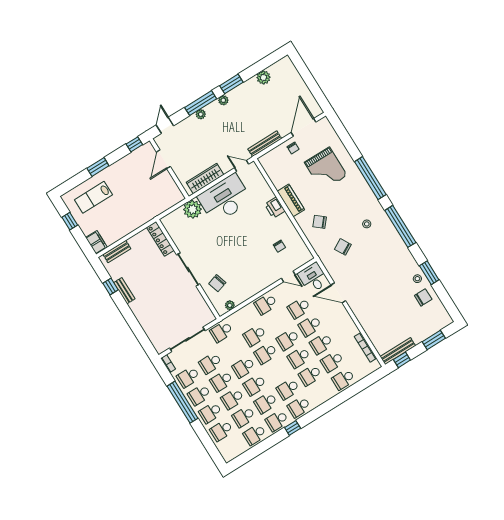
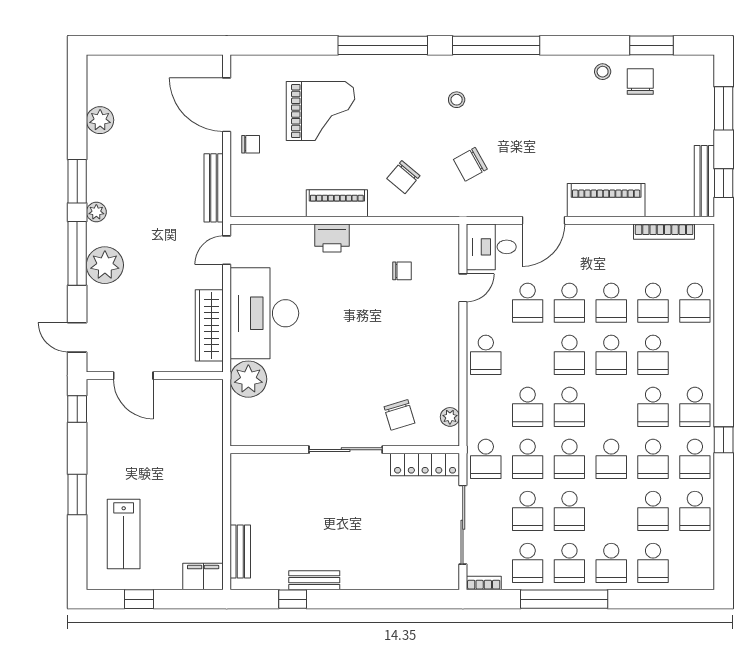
plant: (201, 114) -> (105, 265), width x1.88, depth x1.88
locker: (160, 239) -> (425, 465), moved
window: (429, 273) -> (652, 45), moved
piano: (364, 314) -> (606, 200), added
school desk: (233, 399) -> (528, 459), moved

